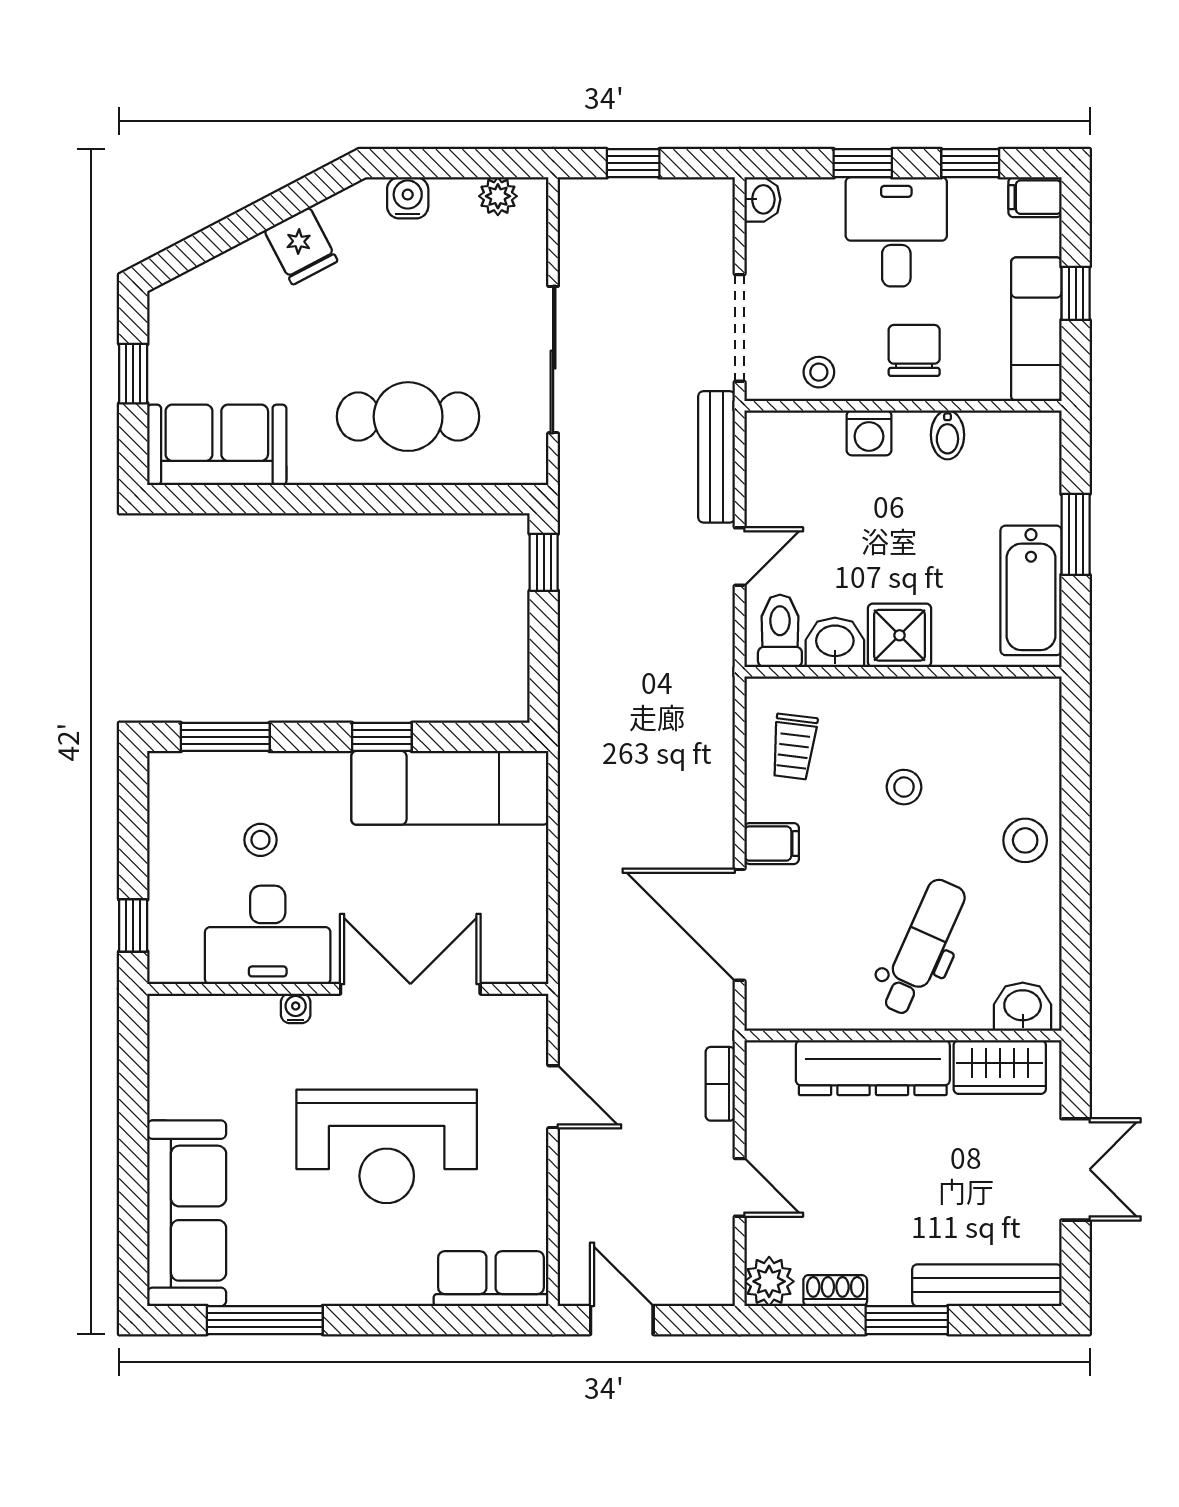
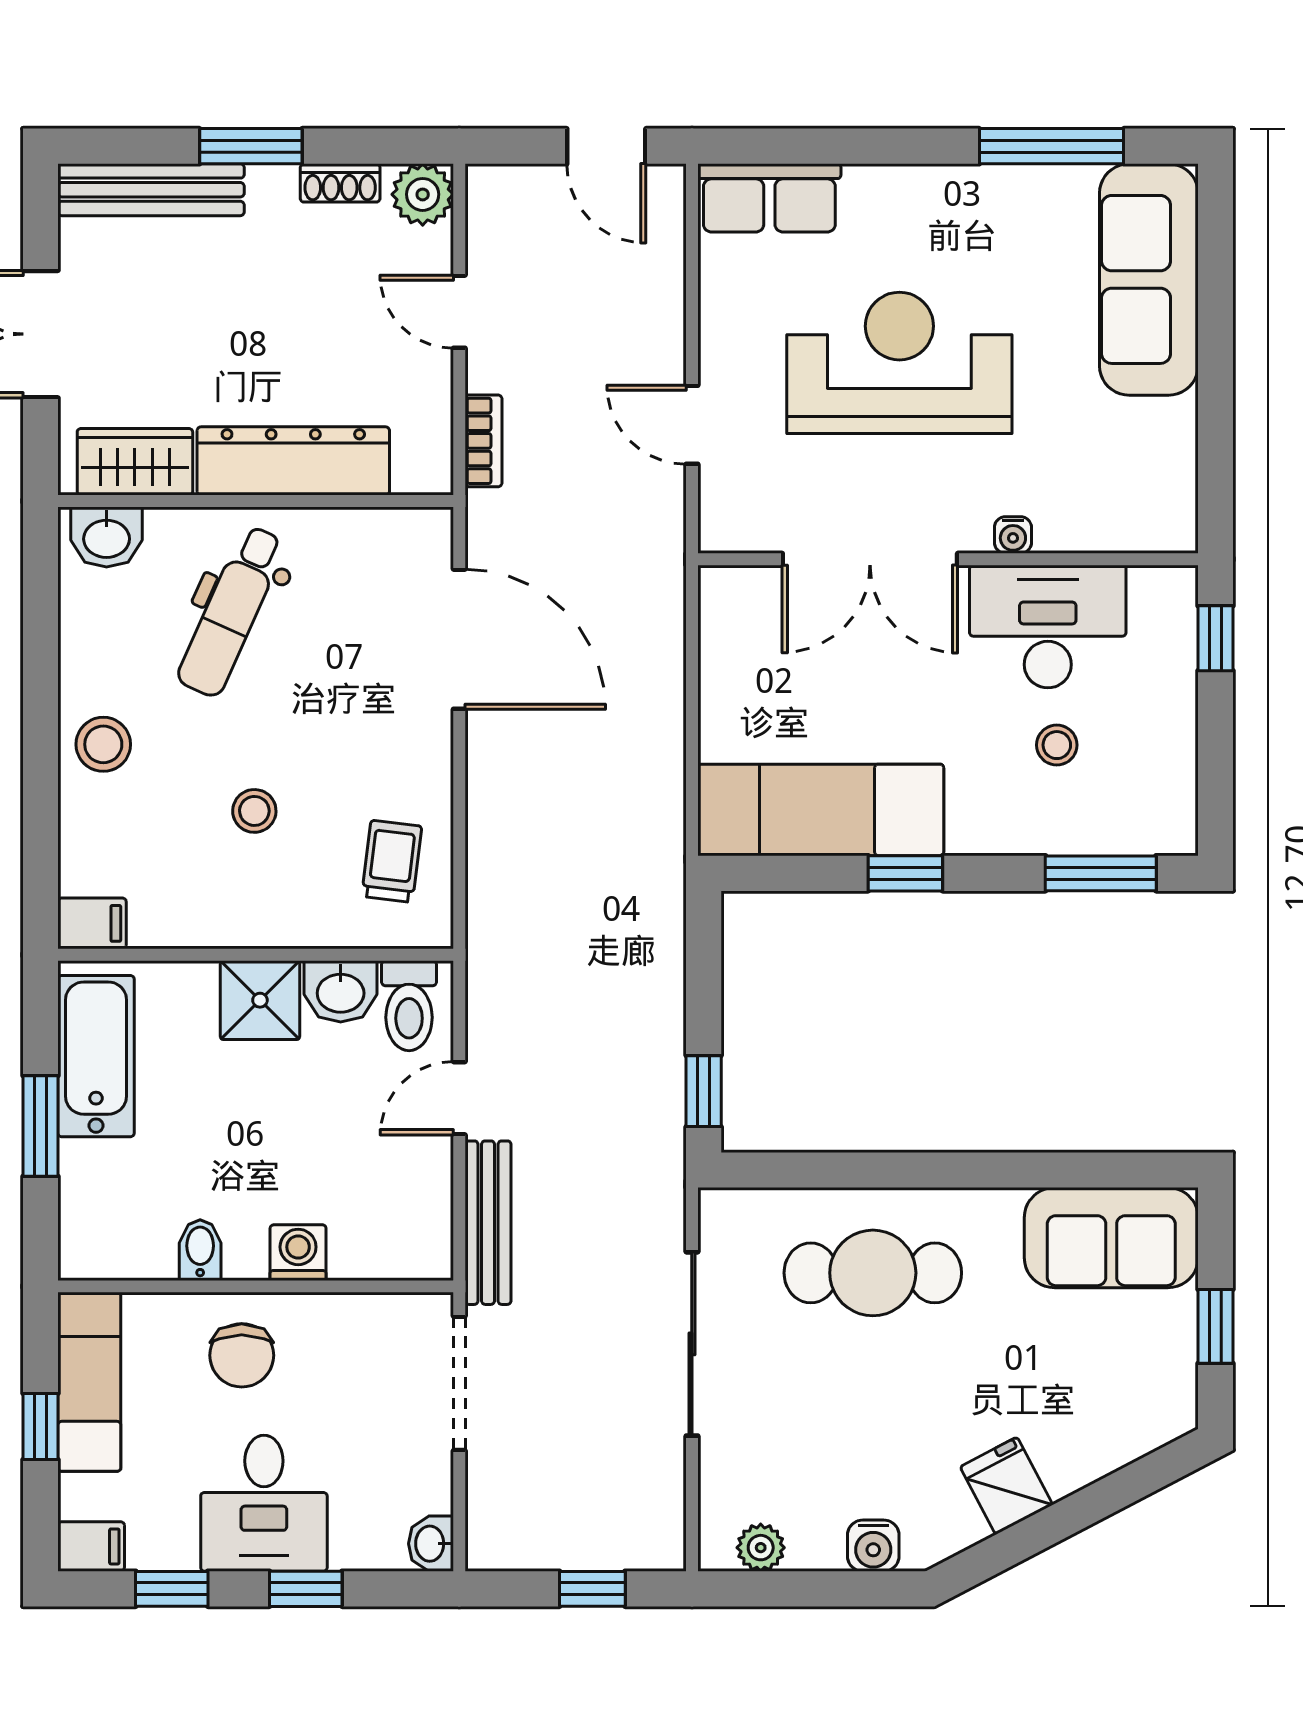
stool: (819, 372) -> (361, 1328), removed
filing cabinet: (772, 844) -> (92, 923), moved, turned 180

